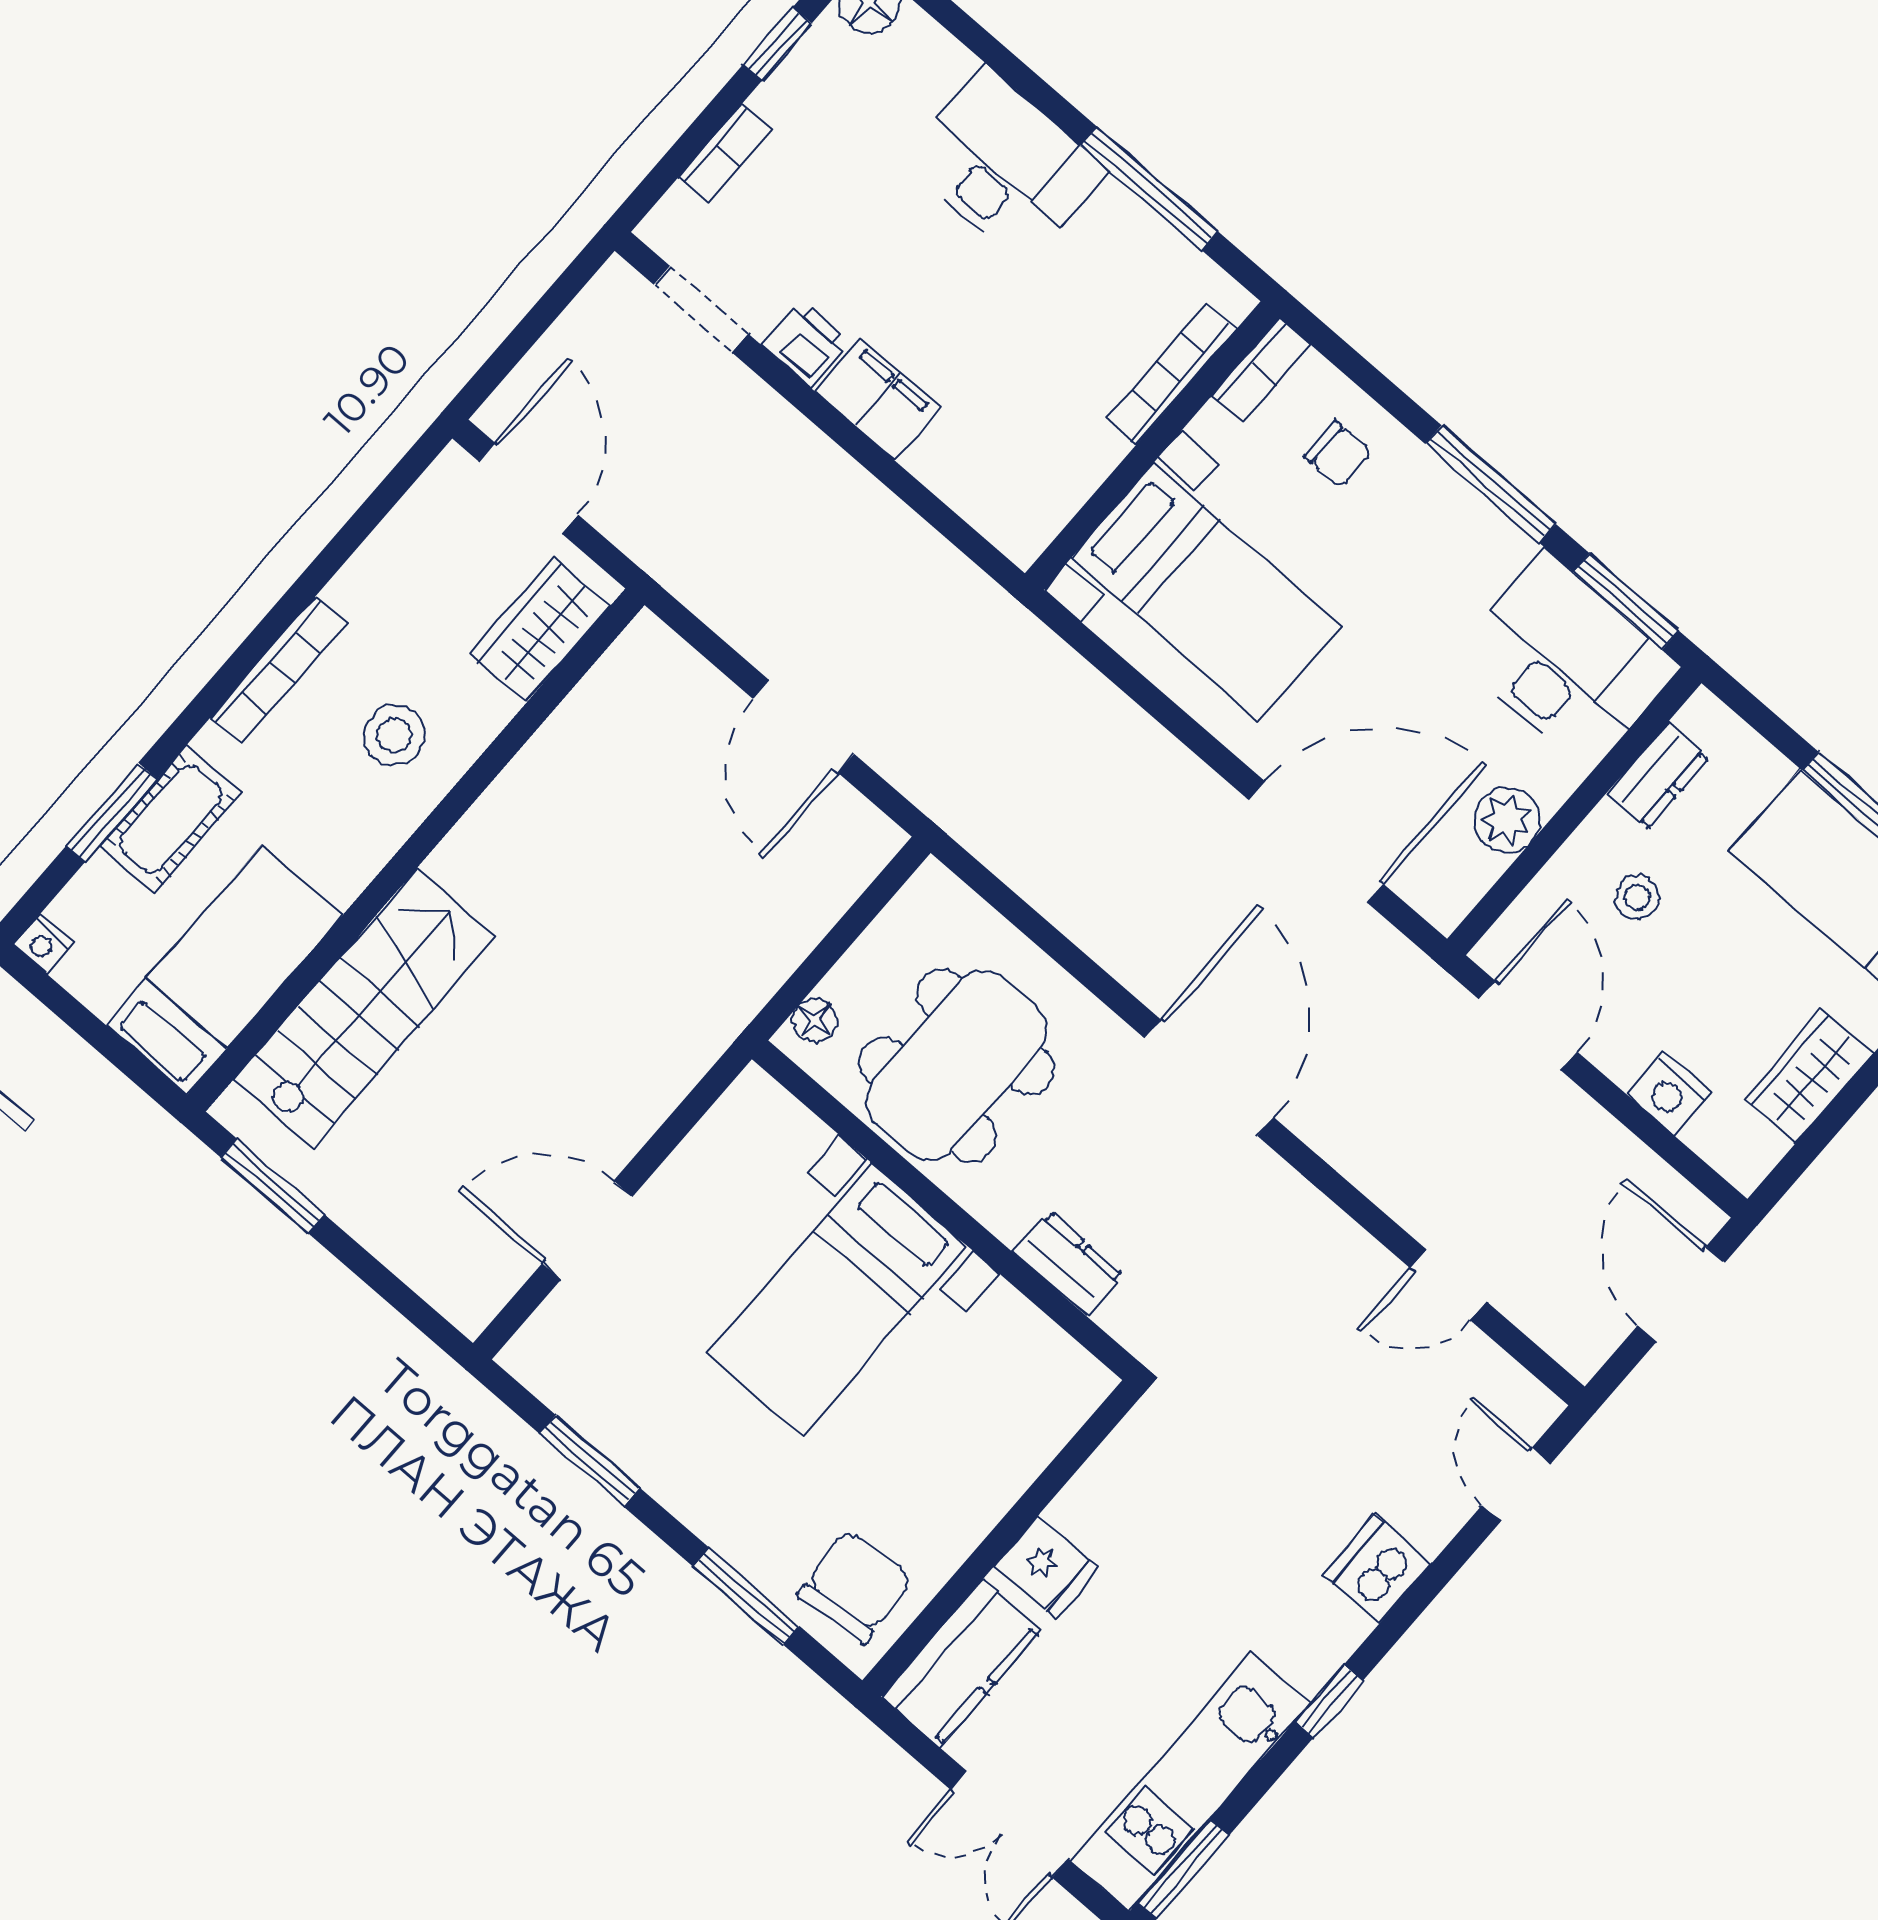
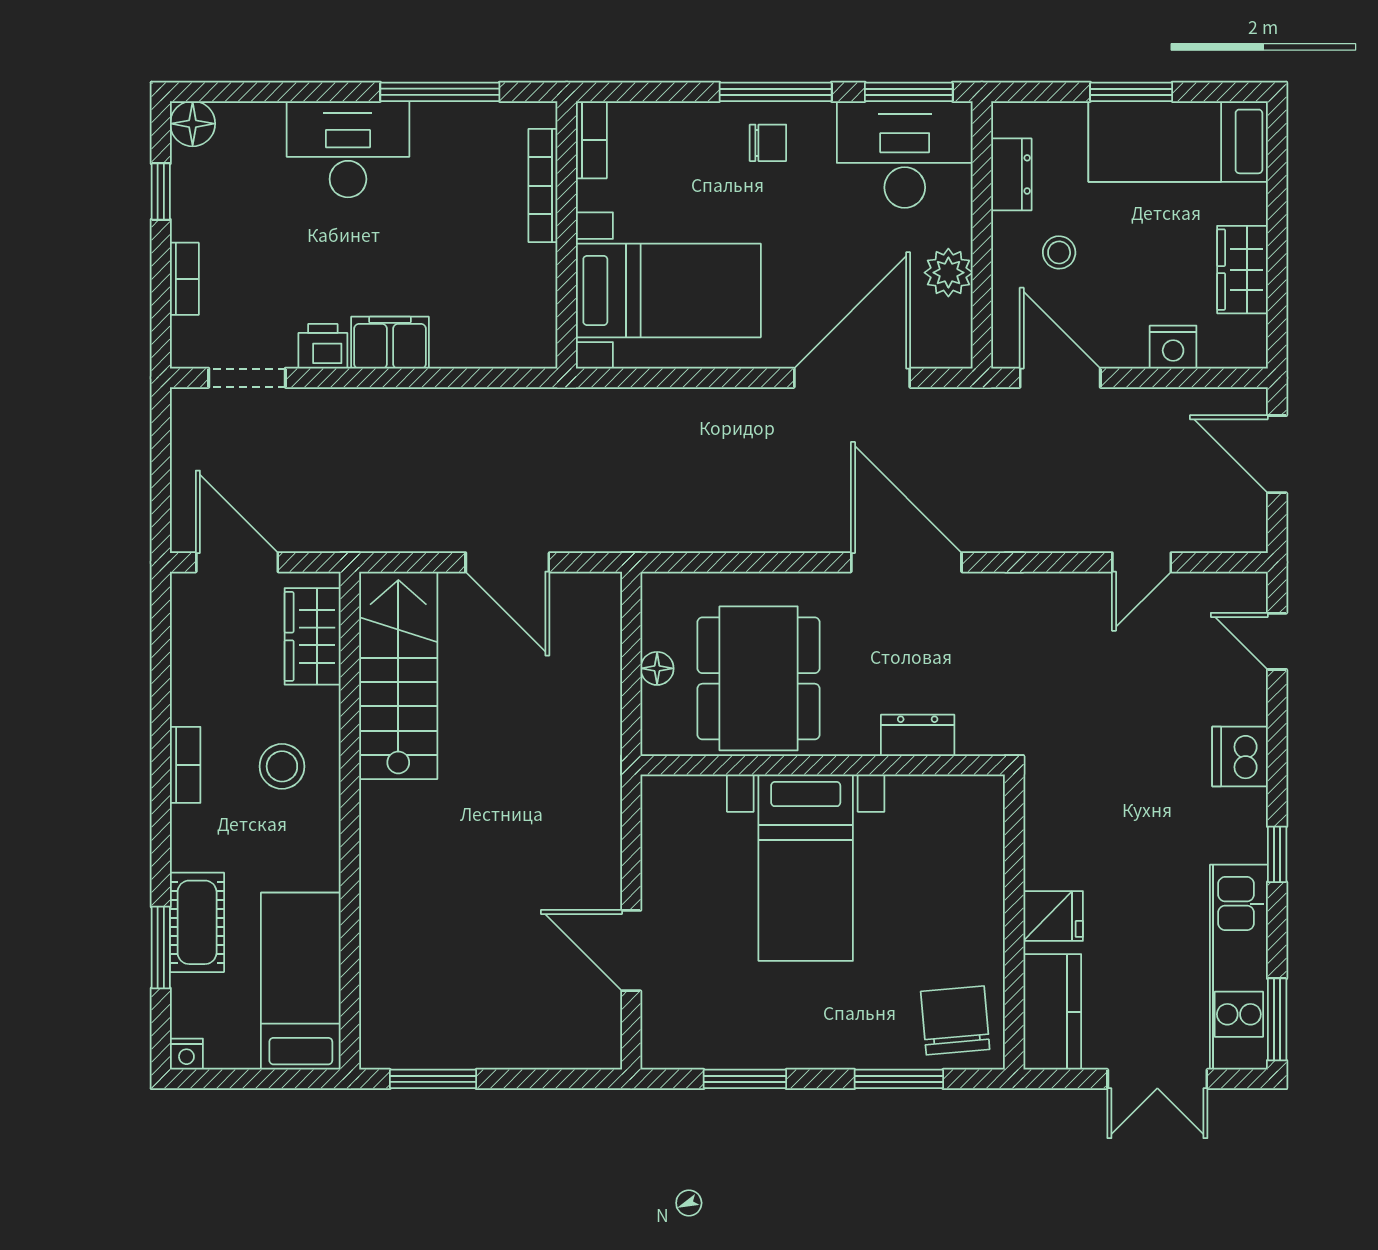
chair: (1338, 454) -> (768, 143), moved
bookcase: (278, 670) -> (185, 765), width x0.64
stairs: (365, 1008) -> (398, 675), moved
floor lamp: (815, 1020) -> (657, 668), moved
door: (587, 1230) -> (631, 951), hinge flipped

